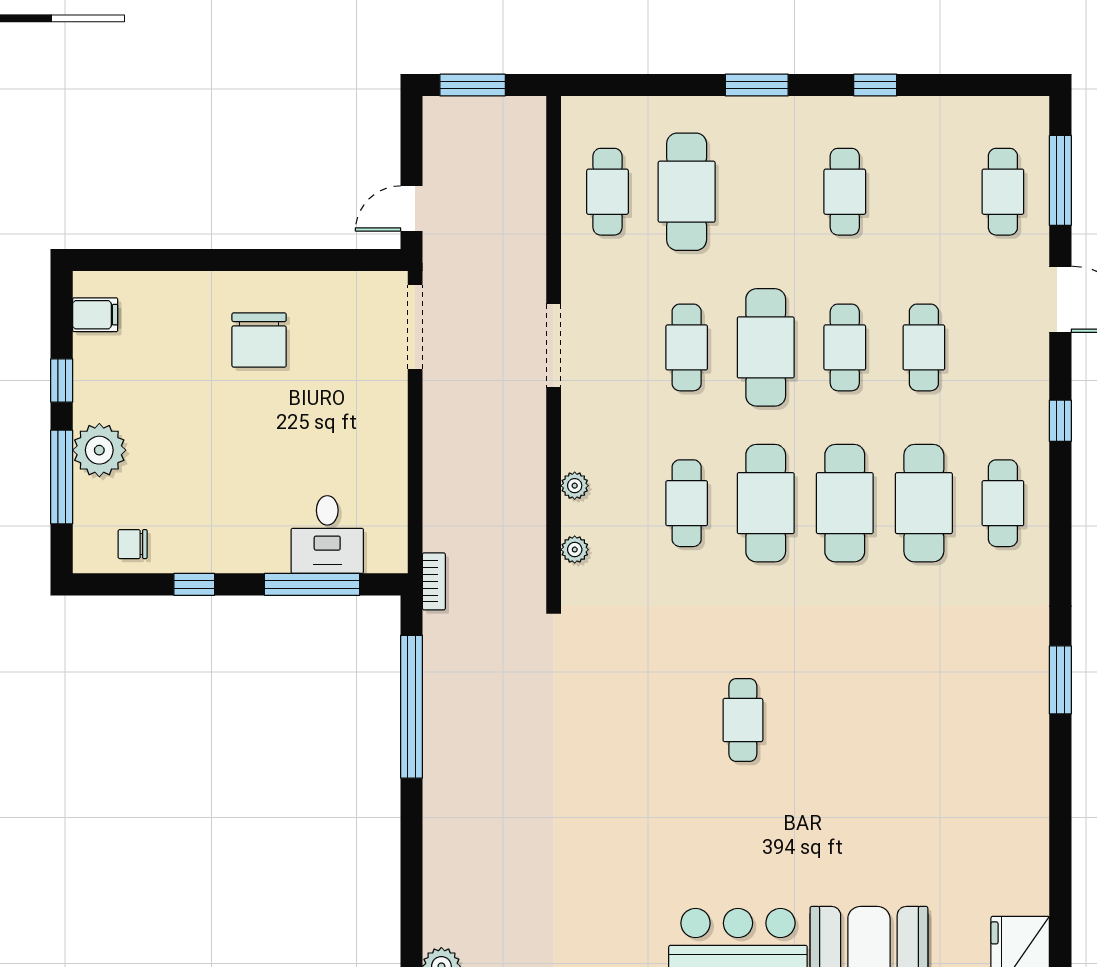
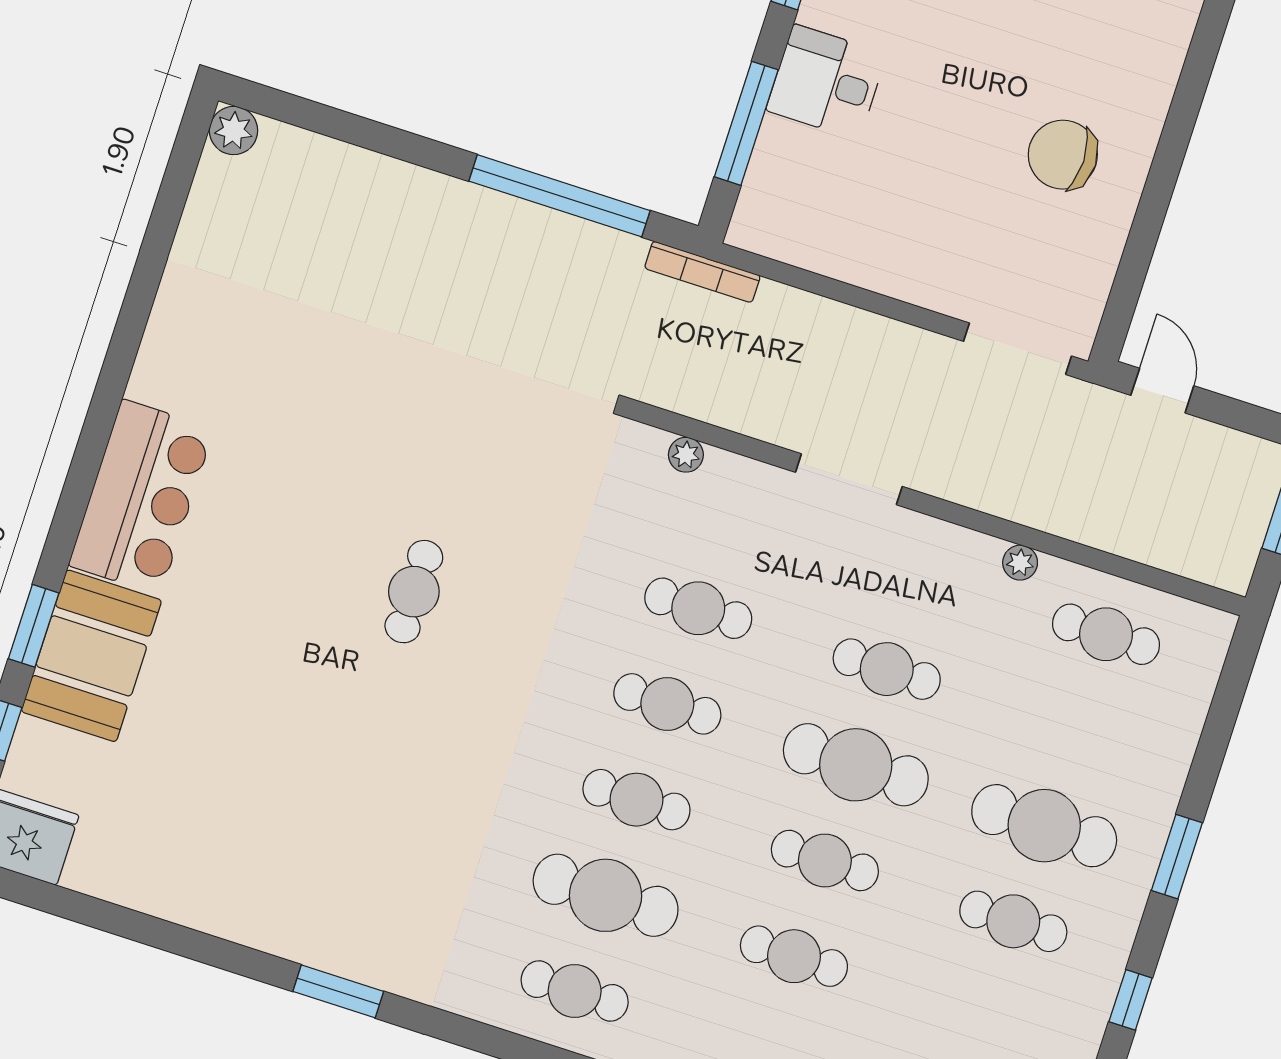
cafe table: (687, 192) -> (1044, 826), moved
doorway: (554, 346) -> (849, 479), moved
plant: (575, 486) -> (1020, 563), moved
cafe table: (766, 503) -> (667, 704), width x0.73, depth x0.74
cafe table: (845, 503) -> (636, 800), width x0.73, depth x0.74
desk: (327, 535) -> (826, 82), moved
bookcase: (434, 581) -> (702, 272), width x1.56
cafe table: (743, 720) -> (414, 592), turned 90

